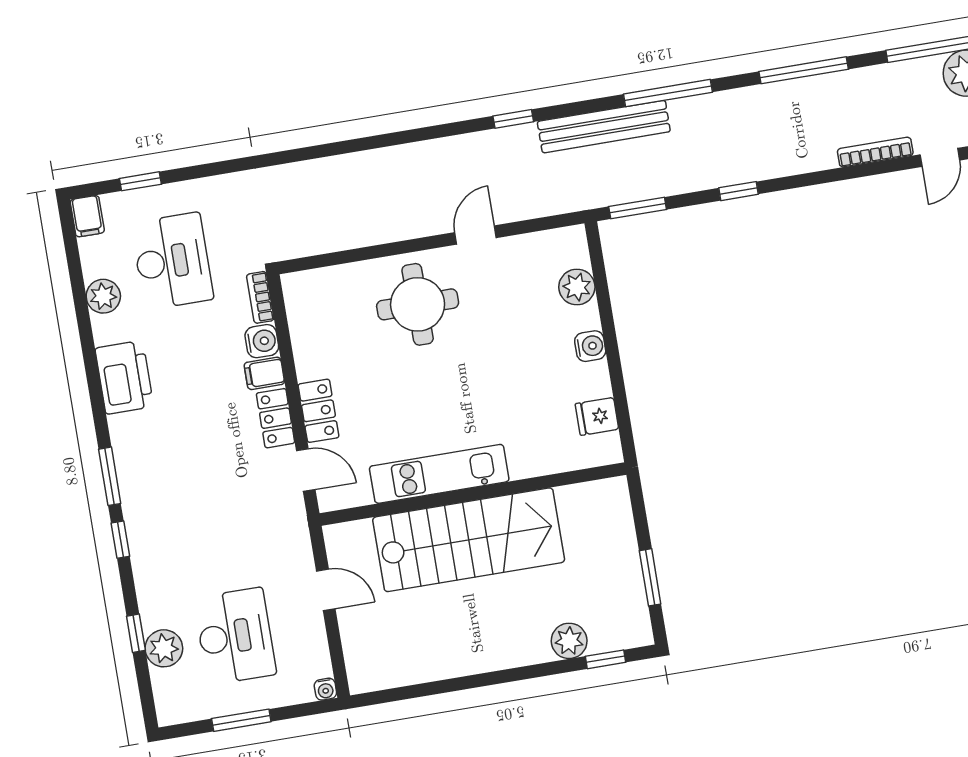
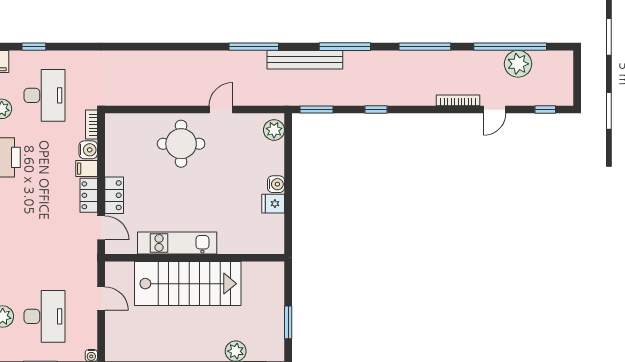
window: (513, 119) -> (254, 47), width x2.17
plant: (577, 287) -> (274, 130), moved
fridge: (597, 416) -> (273, 204), moved

